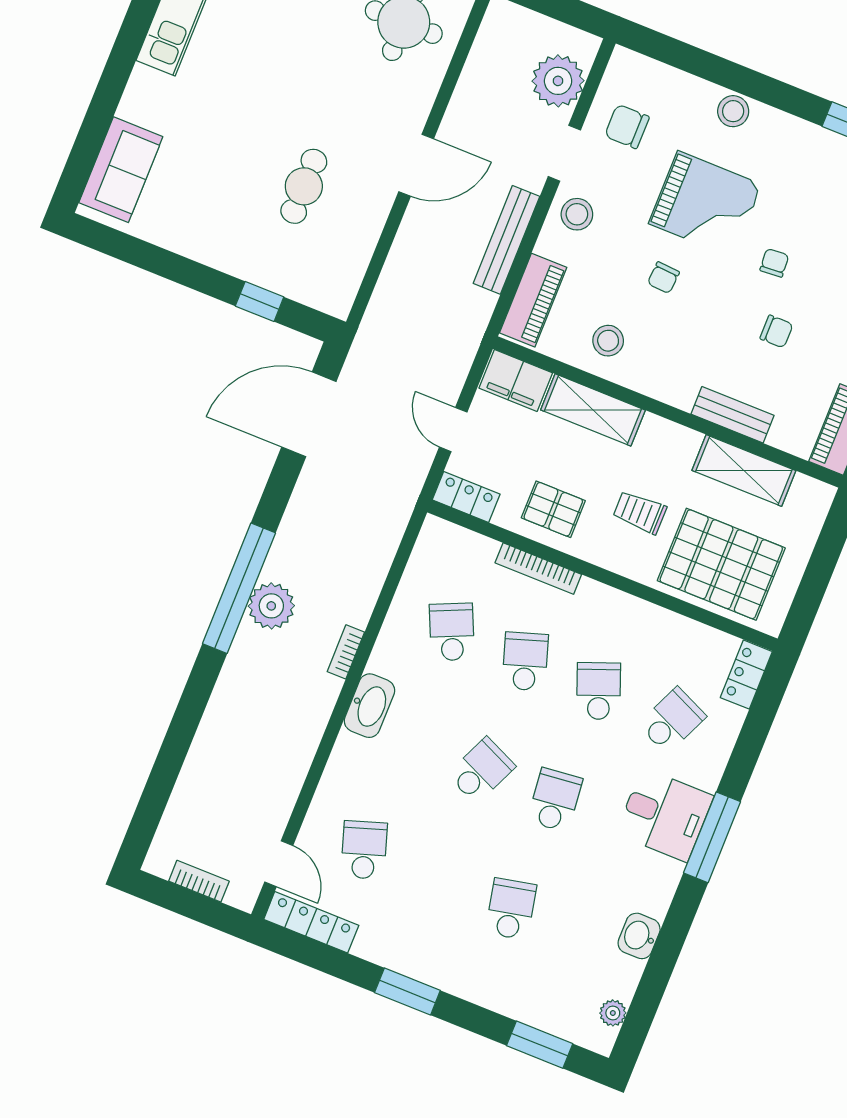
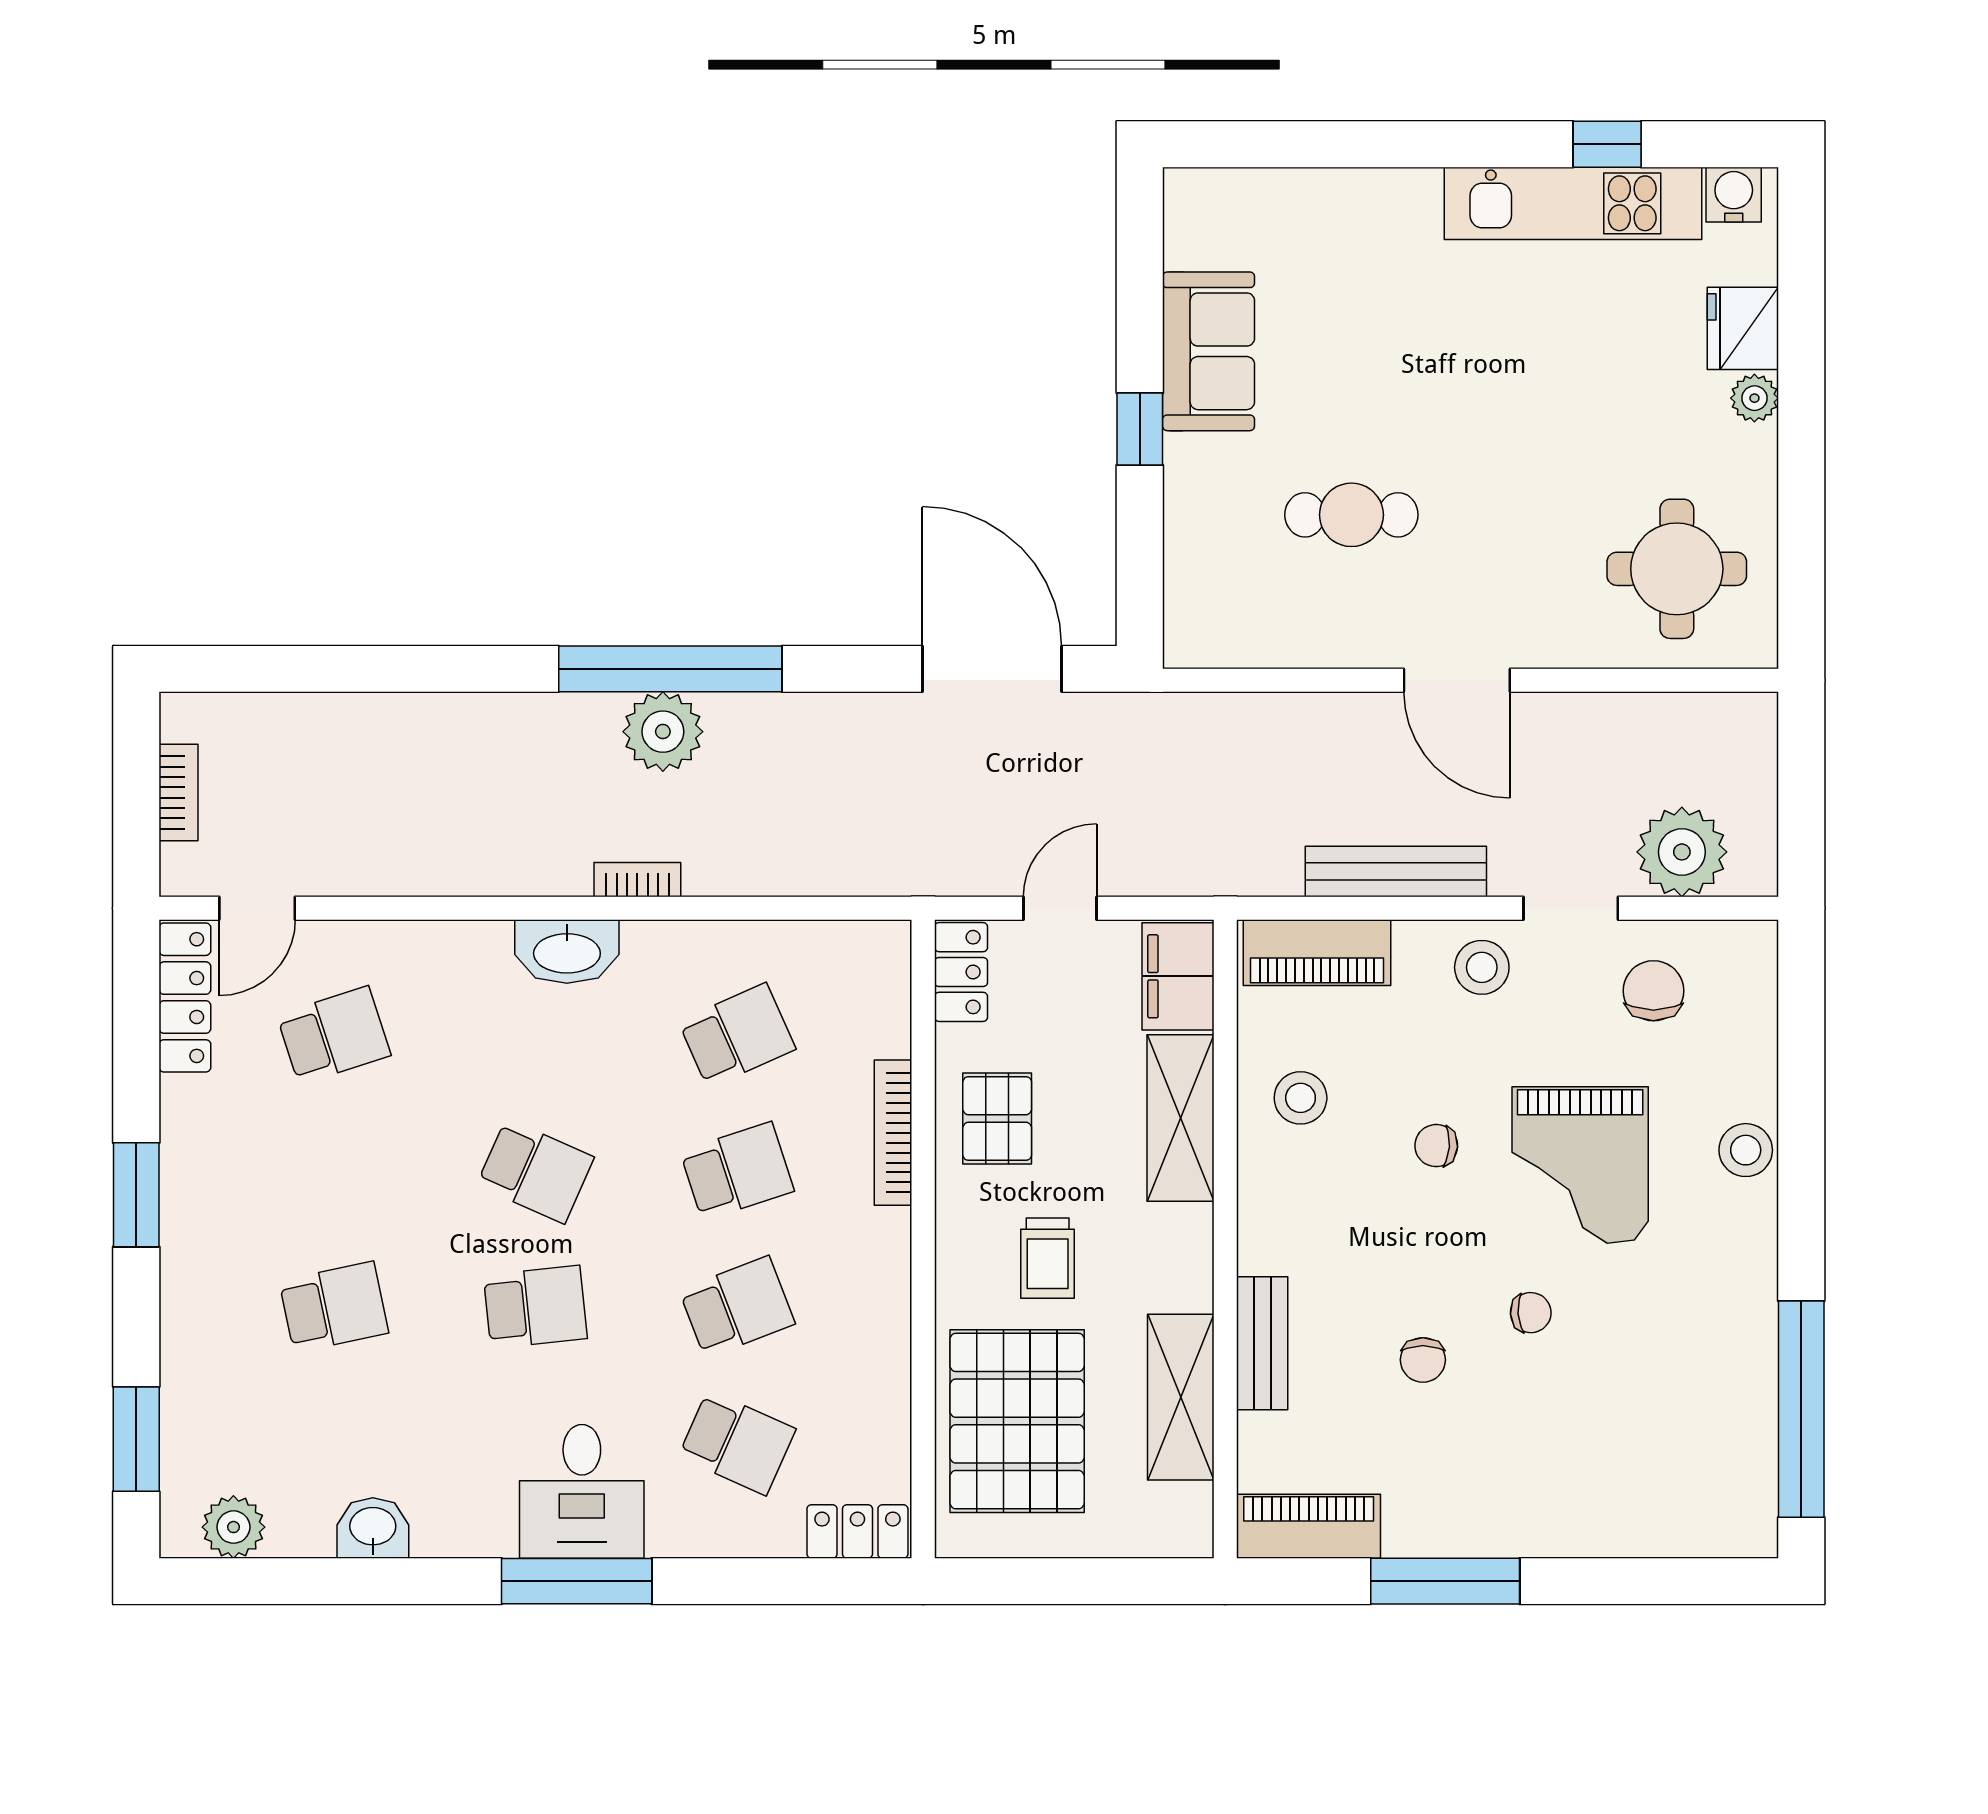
sofa: (121, 170) -> (1209, 351), moved, turned -90
window: (260, 302) -> (1140, 429), moved
trolley: (640, 512) -> (1048, 1258), turned 180
plant: (613, 1013) -> (233, 1527), width x1.38, depth x1.38

